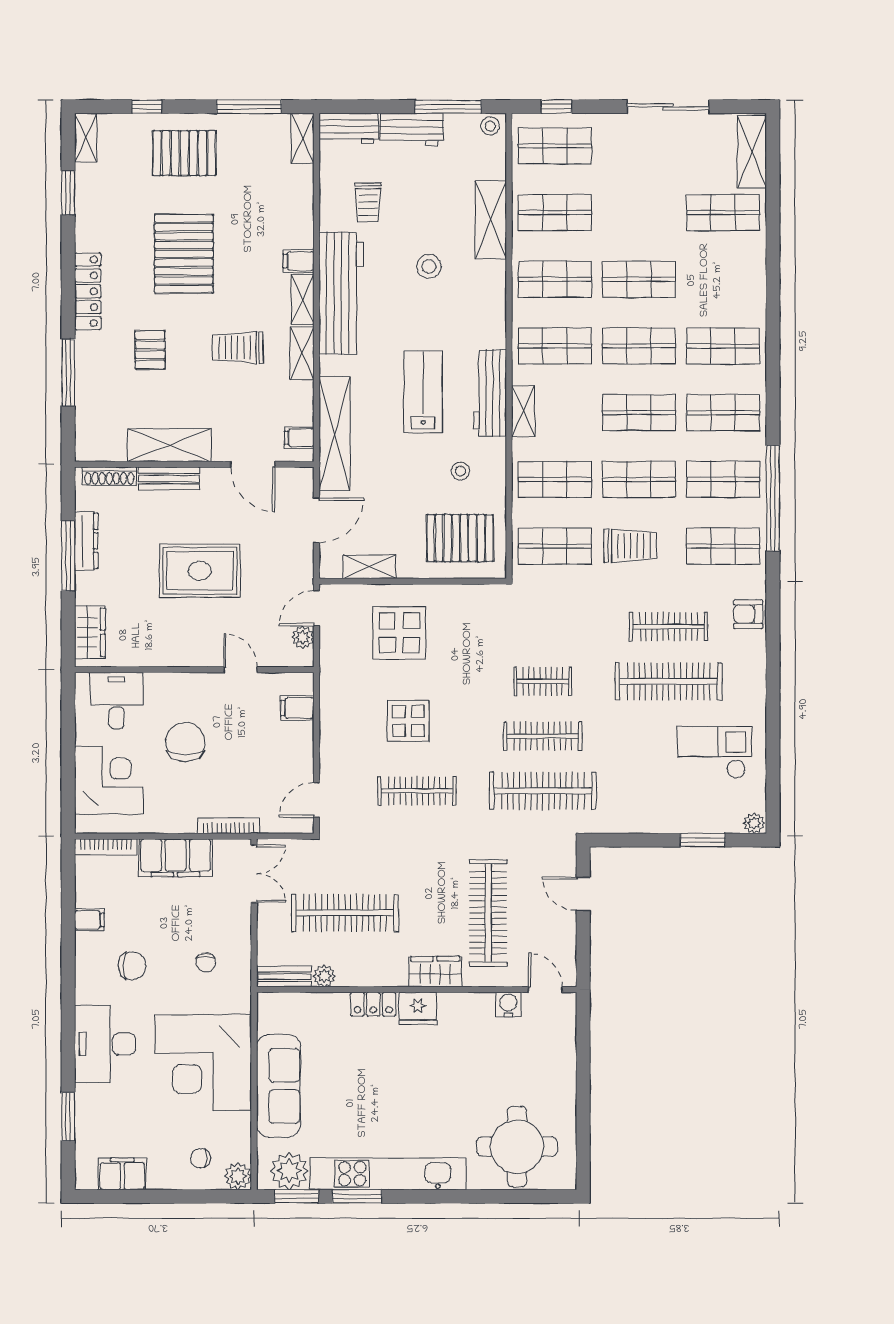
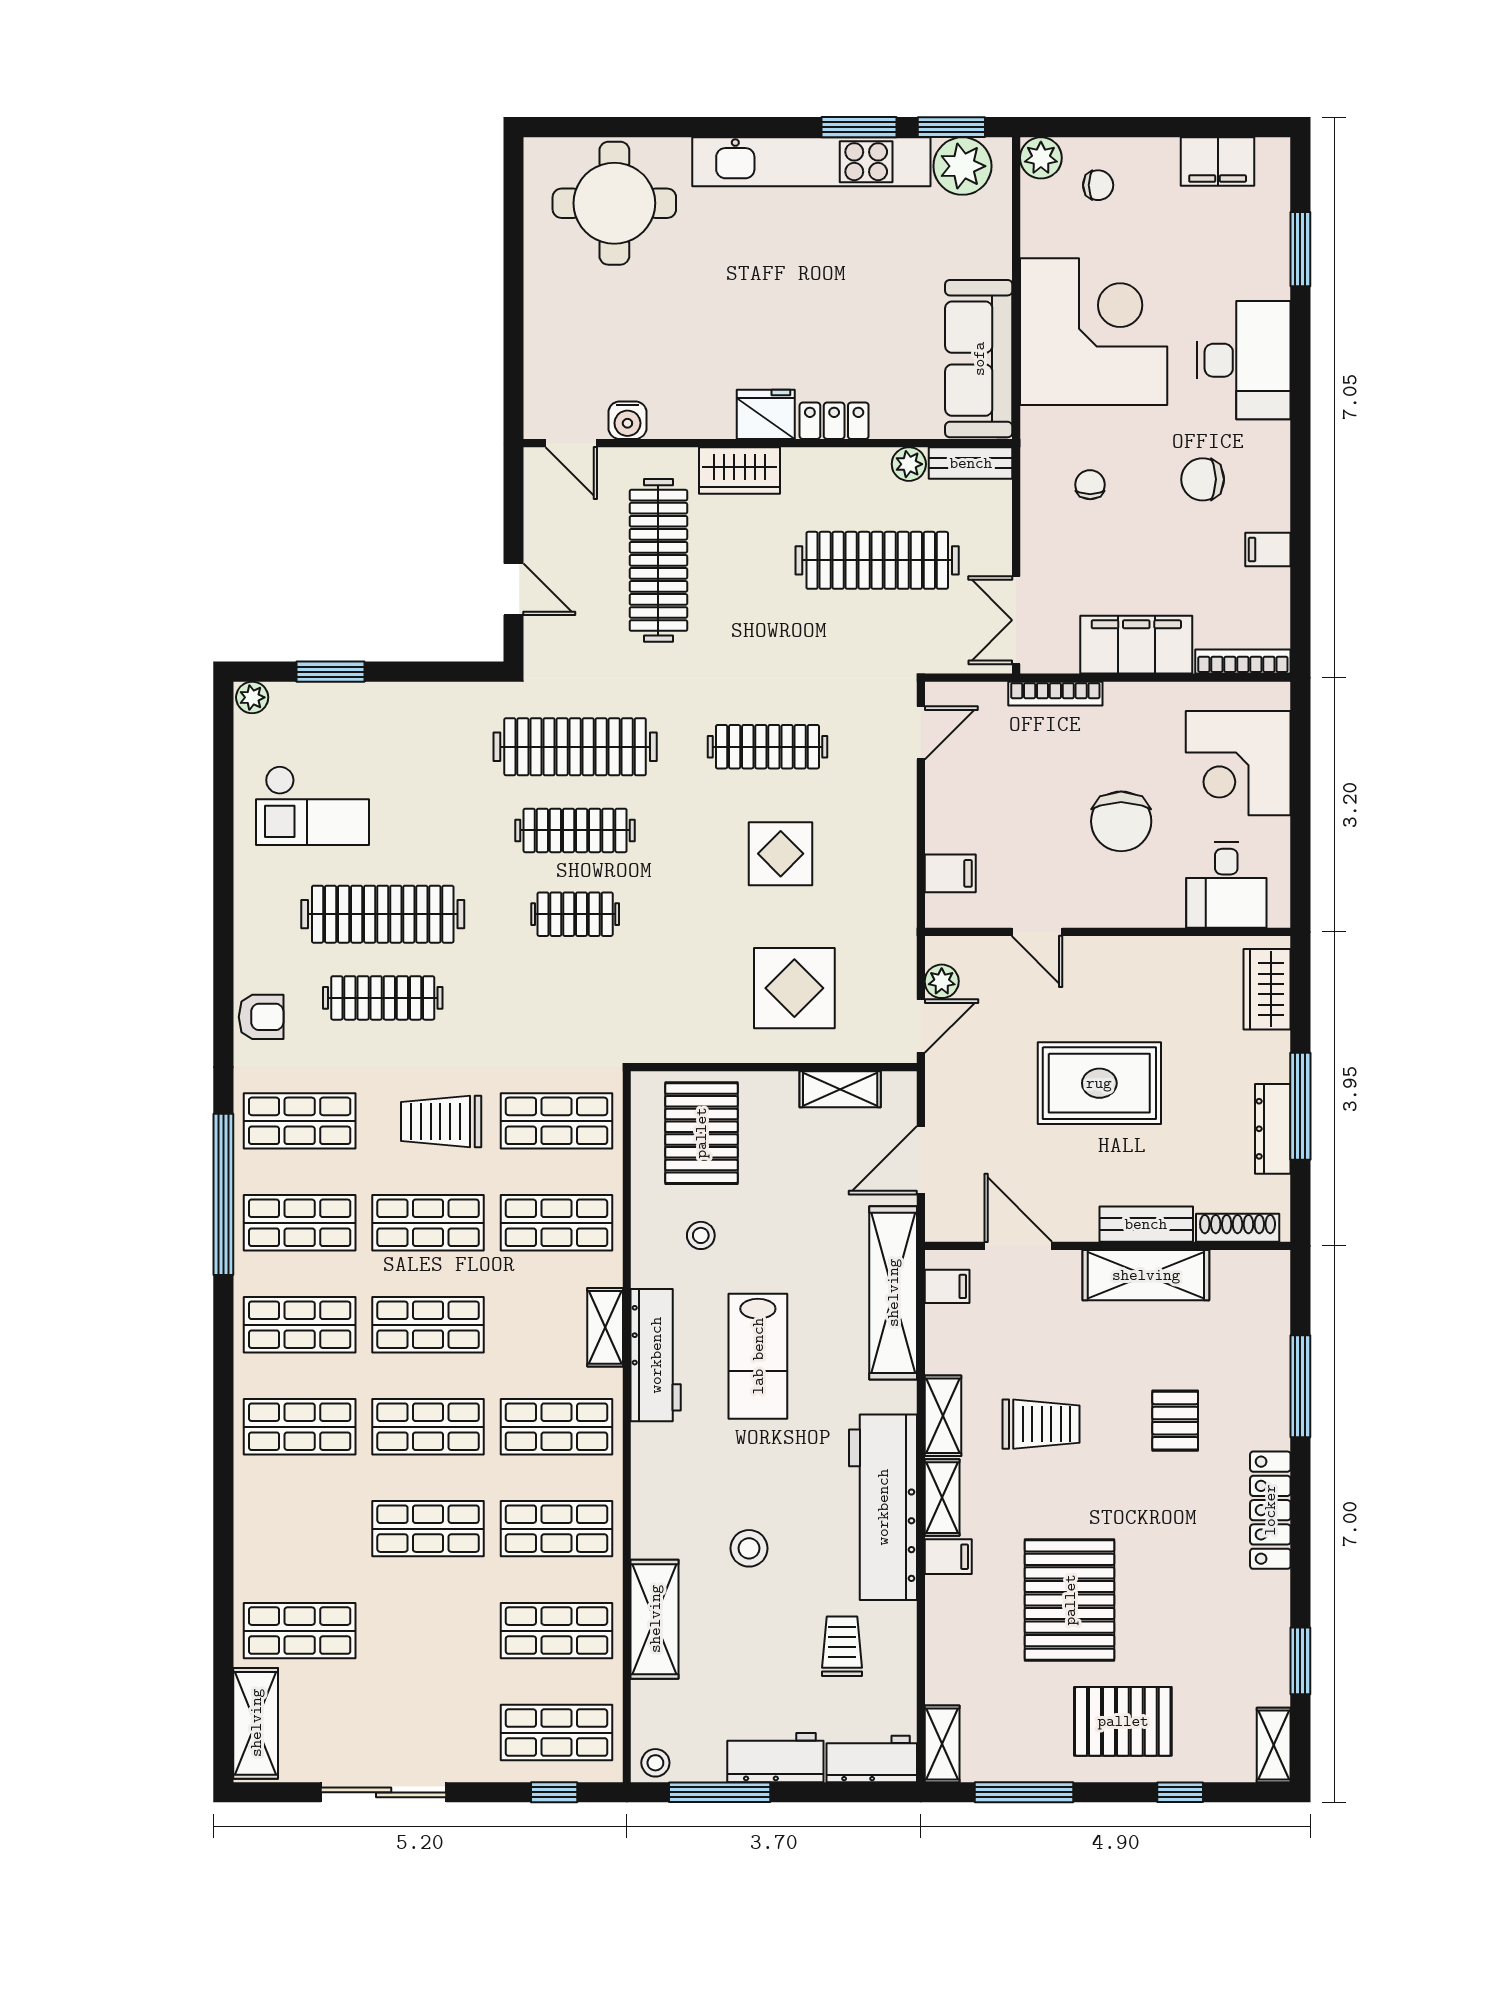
pallet: (184, 254) -> (1070, 1600), moved
pallet: (460, 538) -> (701, 1133), turned 90
sofa: (279, 1086) -> (979, 359), moved

